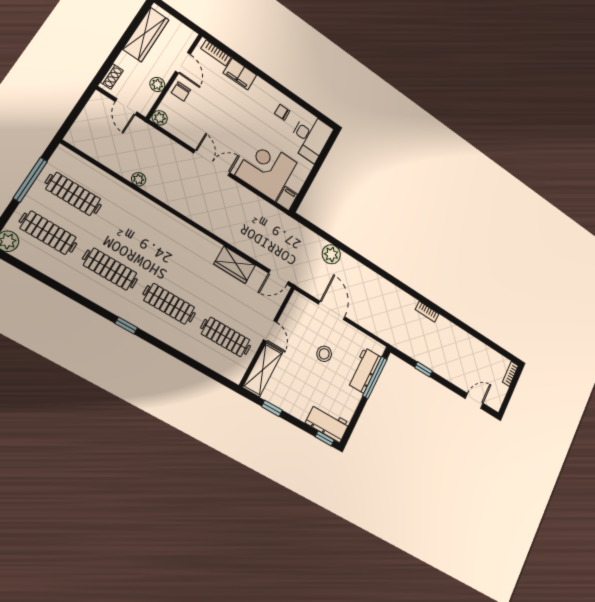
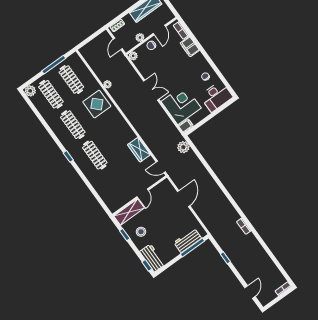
display table: (135, 219) -> (97, 104), added
plant: (331, 254) -> (183, 147), moved
clothes rail: (226, 337) -> (117, 186), removed
stool: (324, 354) -> (141, 232), moved
door: (474, 401) -> (250, 292), hinge flipped

